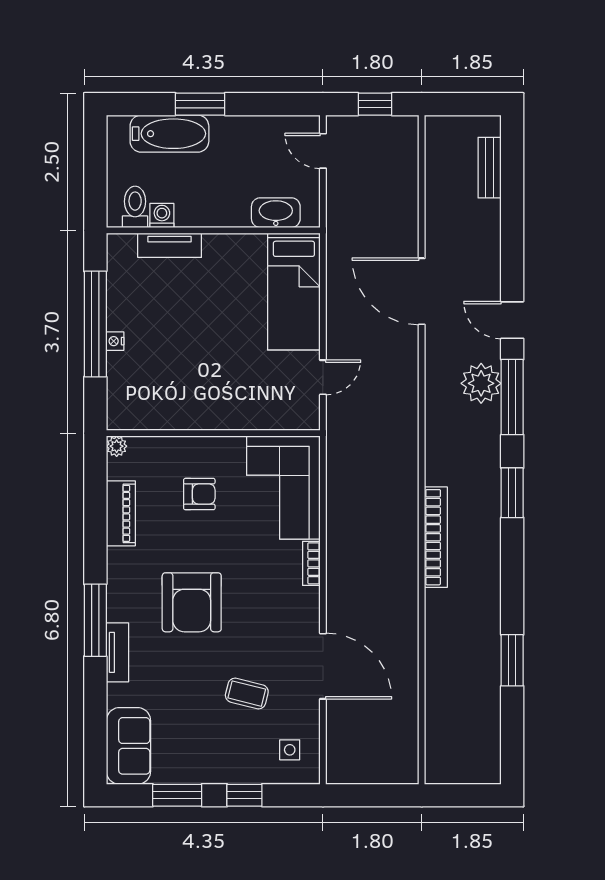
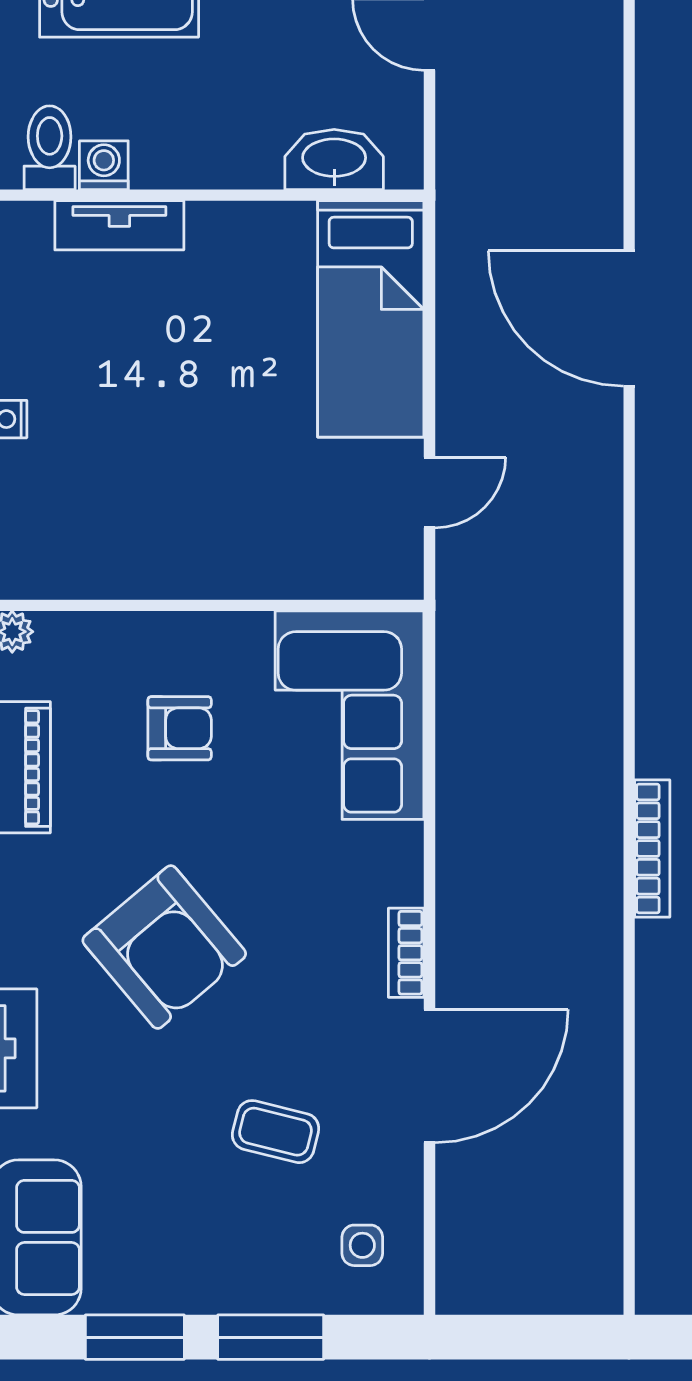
bookcase: (436, 537) -> (652, 848), width x0.68, depth x0.76
bookcase: (311, 563) -> (406, 953), moved
armchair: (192, 602) -> (164, 947), turned -40
door: (323, 666) -> (429, 1076), hinge flipped
window: (244, 795) -> (271, 1337), width x1.50

